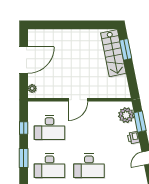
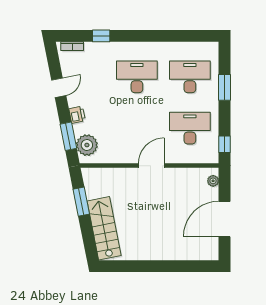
window: (126, 49) -> (81, 202), moved
window: (24, 128) -> (225, 144), moved

